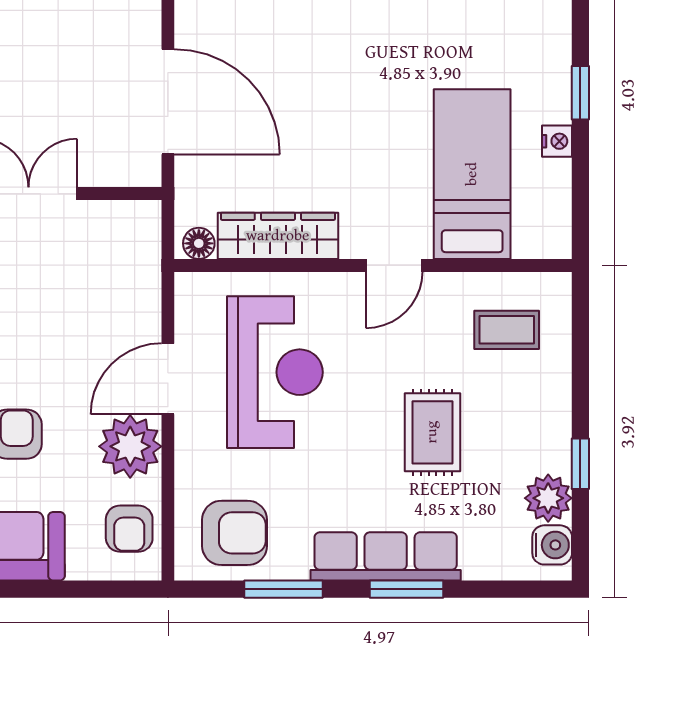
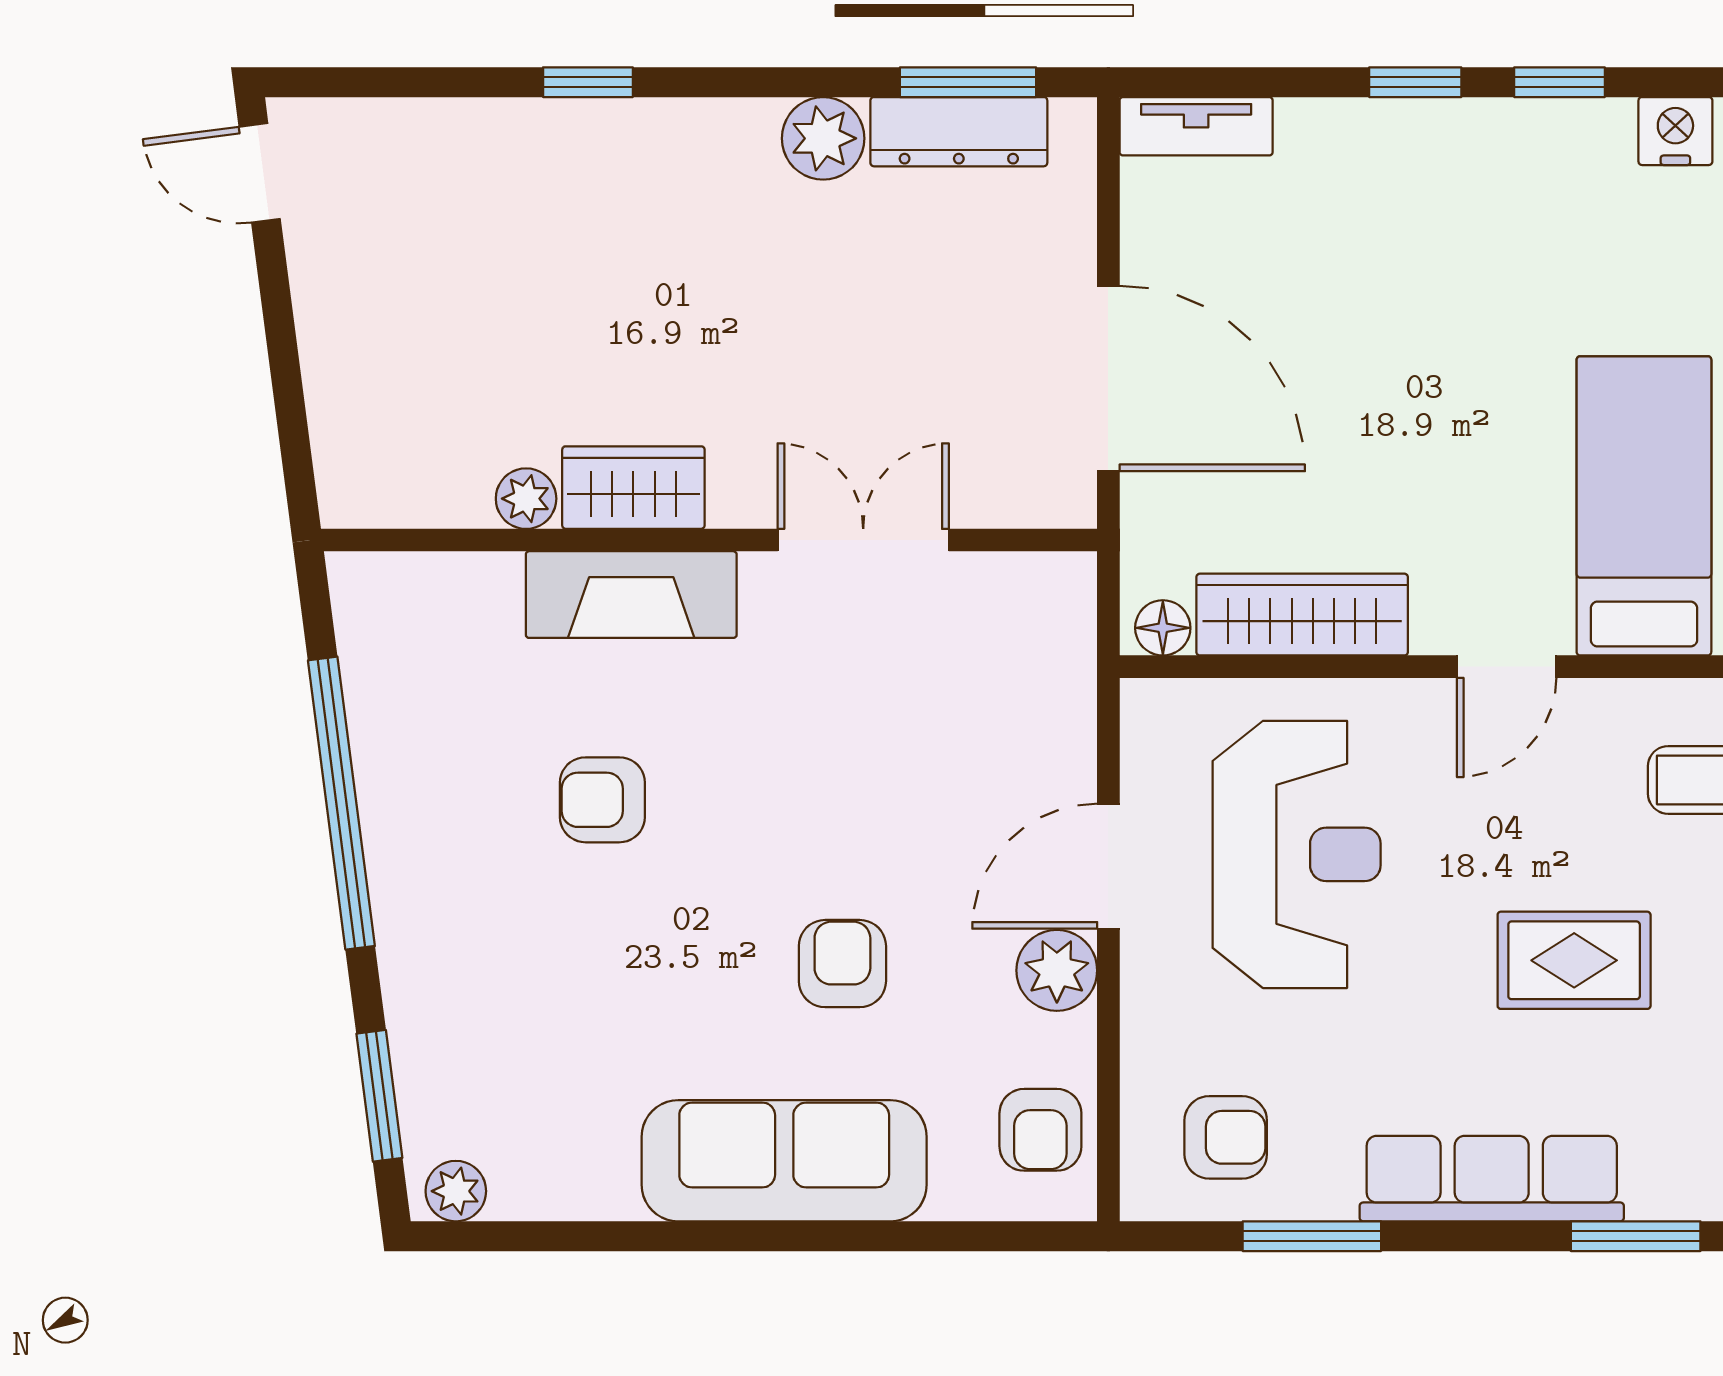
rug: (432, 432) -> (1574, 960), turned 90
plant: (130, 446) -> (1057, 970), width x0.73, depth x0.73
armchair: (235, 533) -> (1226, 1137), width x0.72, depth x0.72
window: (407, 589) -> (1636, 1236), moved

